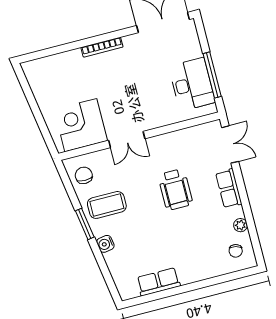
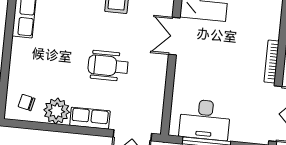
bookcase: (102, 47) -> (272, 62), moved
plant: (240, 225) -> (57, 111), width x1.88, depth x1.88

